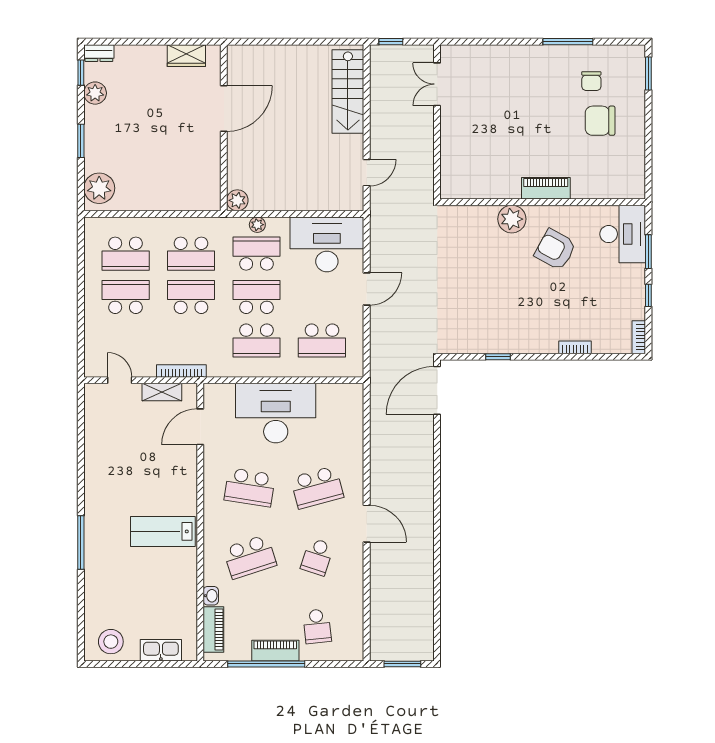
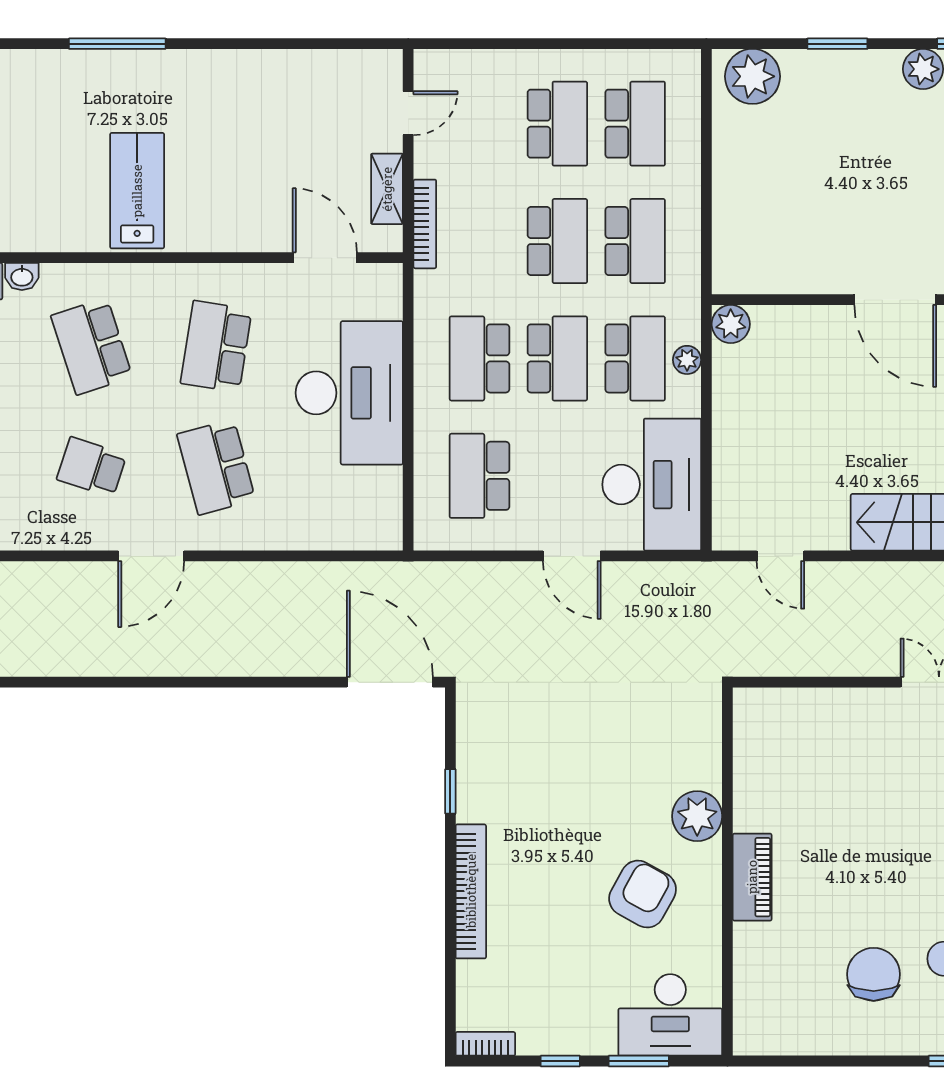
school desk: (126, 254) -> (635, 124), turned 180
school desk: (191, 254) -> (635, 241), turned 180
bookcase: (575, 347) -> (471, 891), width x2.31, depth x1.31

